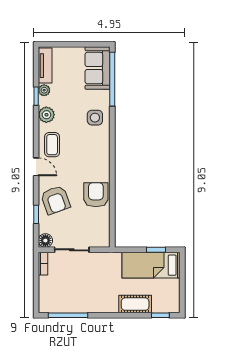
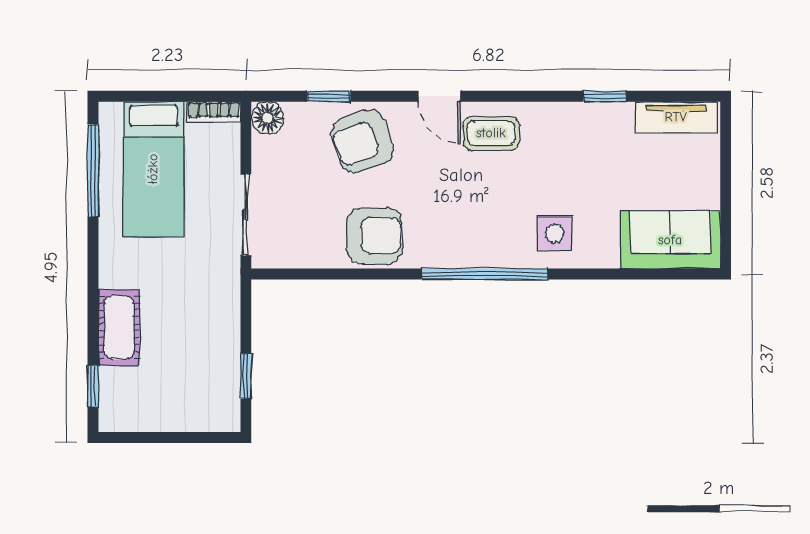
window: (112, 79) -> (484, 274), moved
plant: (44, 90) -> (618, 115), removed
plant: (46, 115) -> (561, 120), removed
door: (36, 167) -> (439, 96), hinge flipped
sliding door: (72, 250) -> (246, 215), moved
bed: (151, 265) -> (153, 169), moved, turned 180

